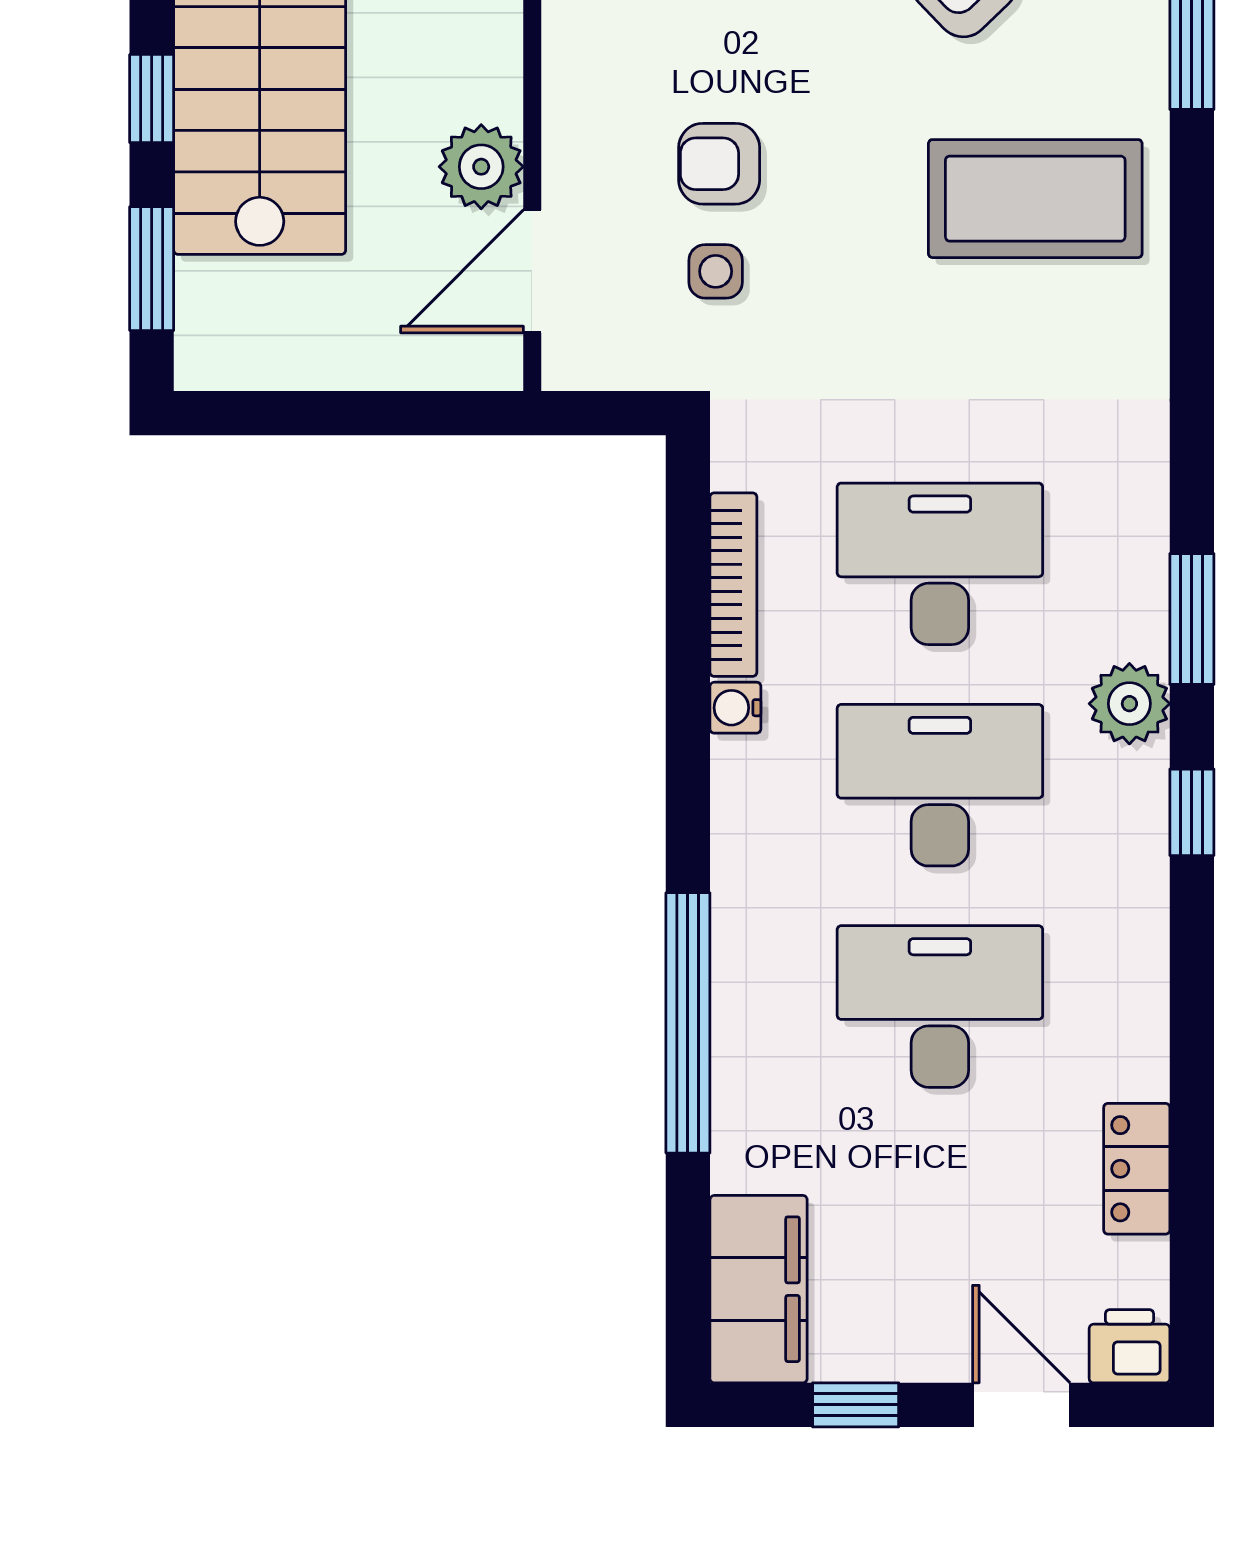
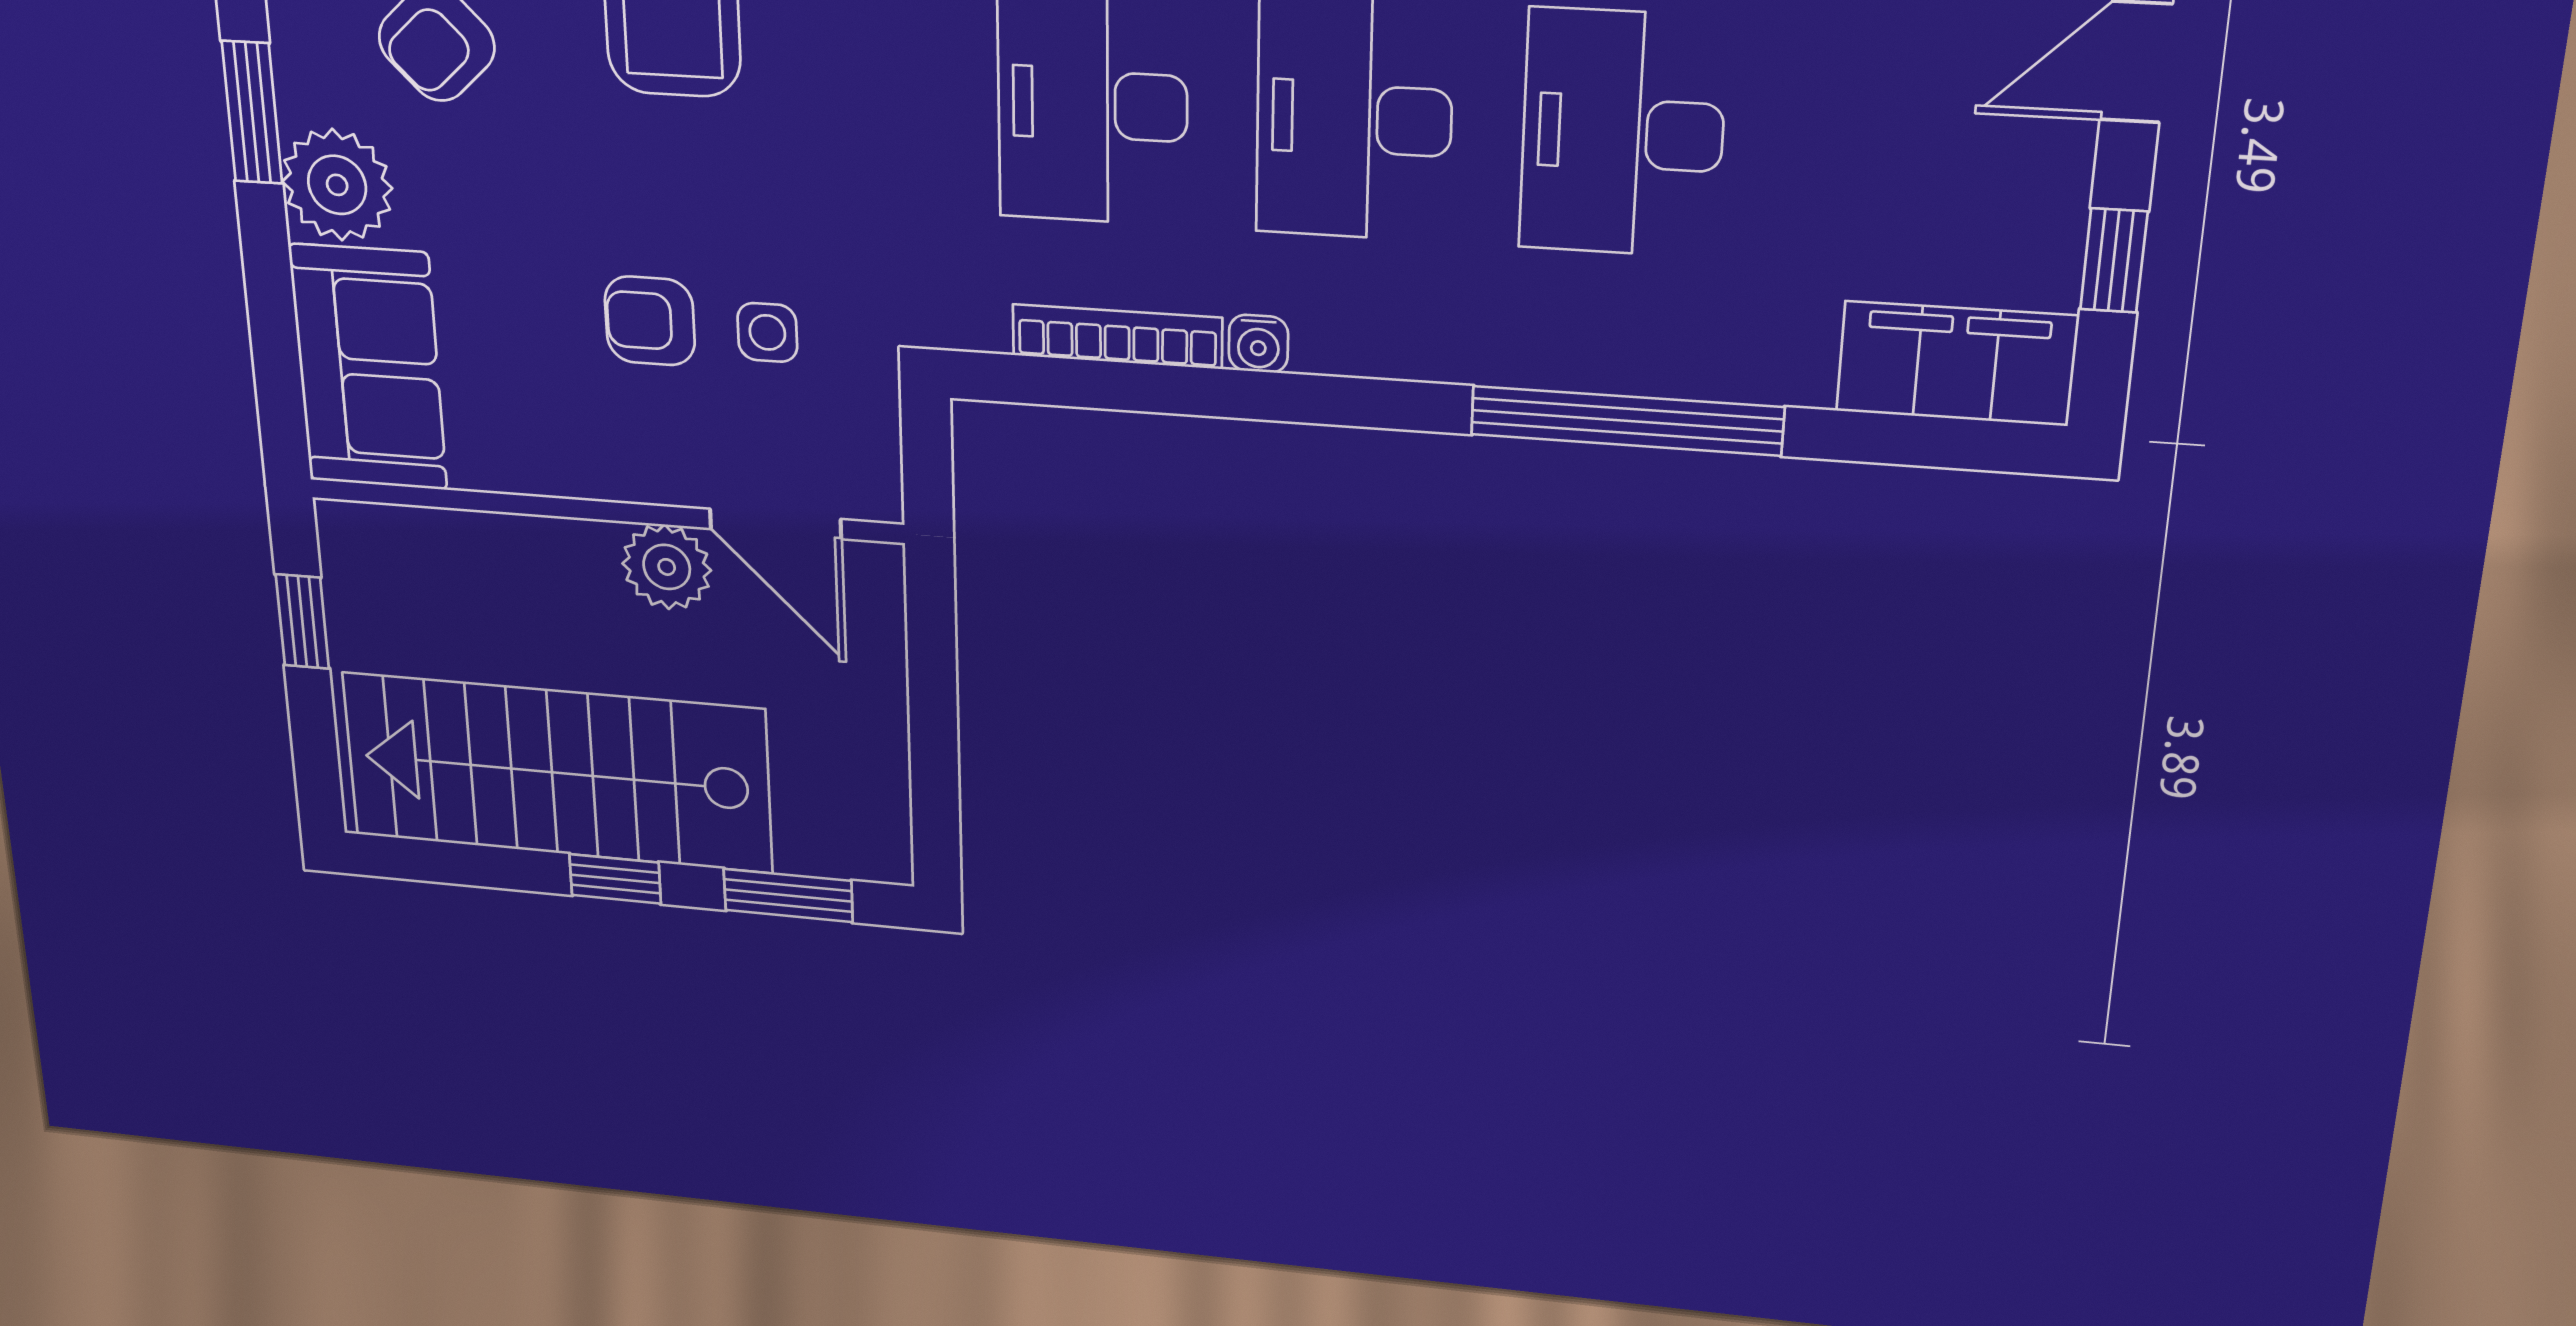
armchair: (719, 164) -> (650, 321), turned 90

